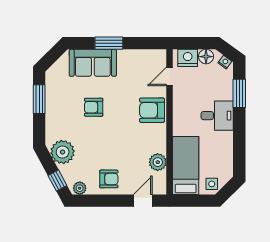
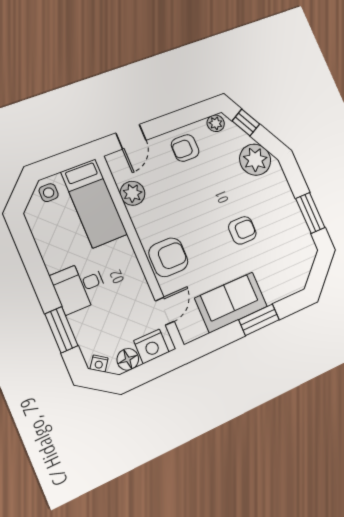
sofa: (93, 63) -> (231, 302), moved

